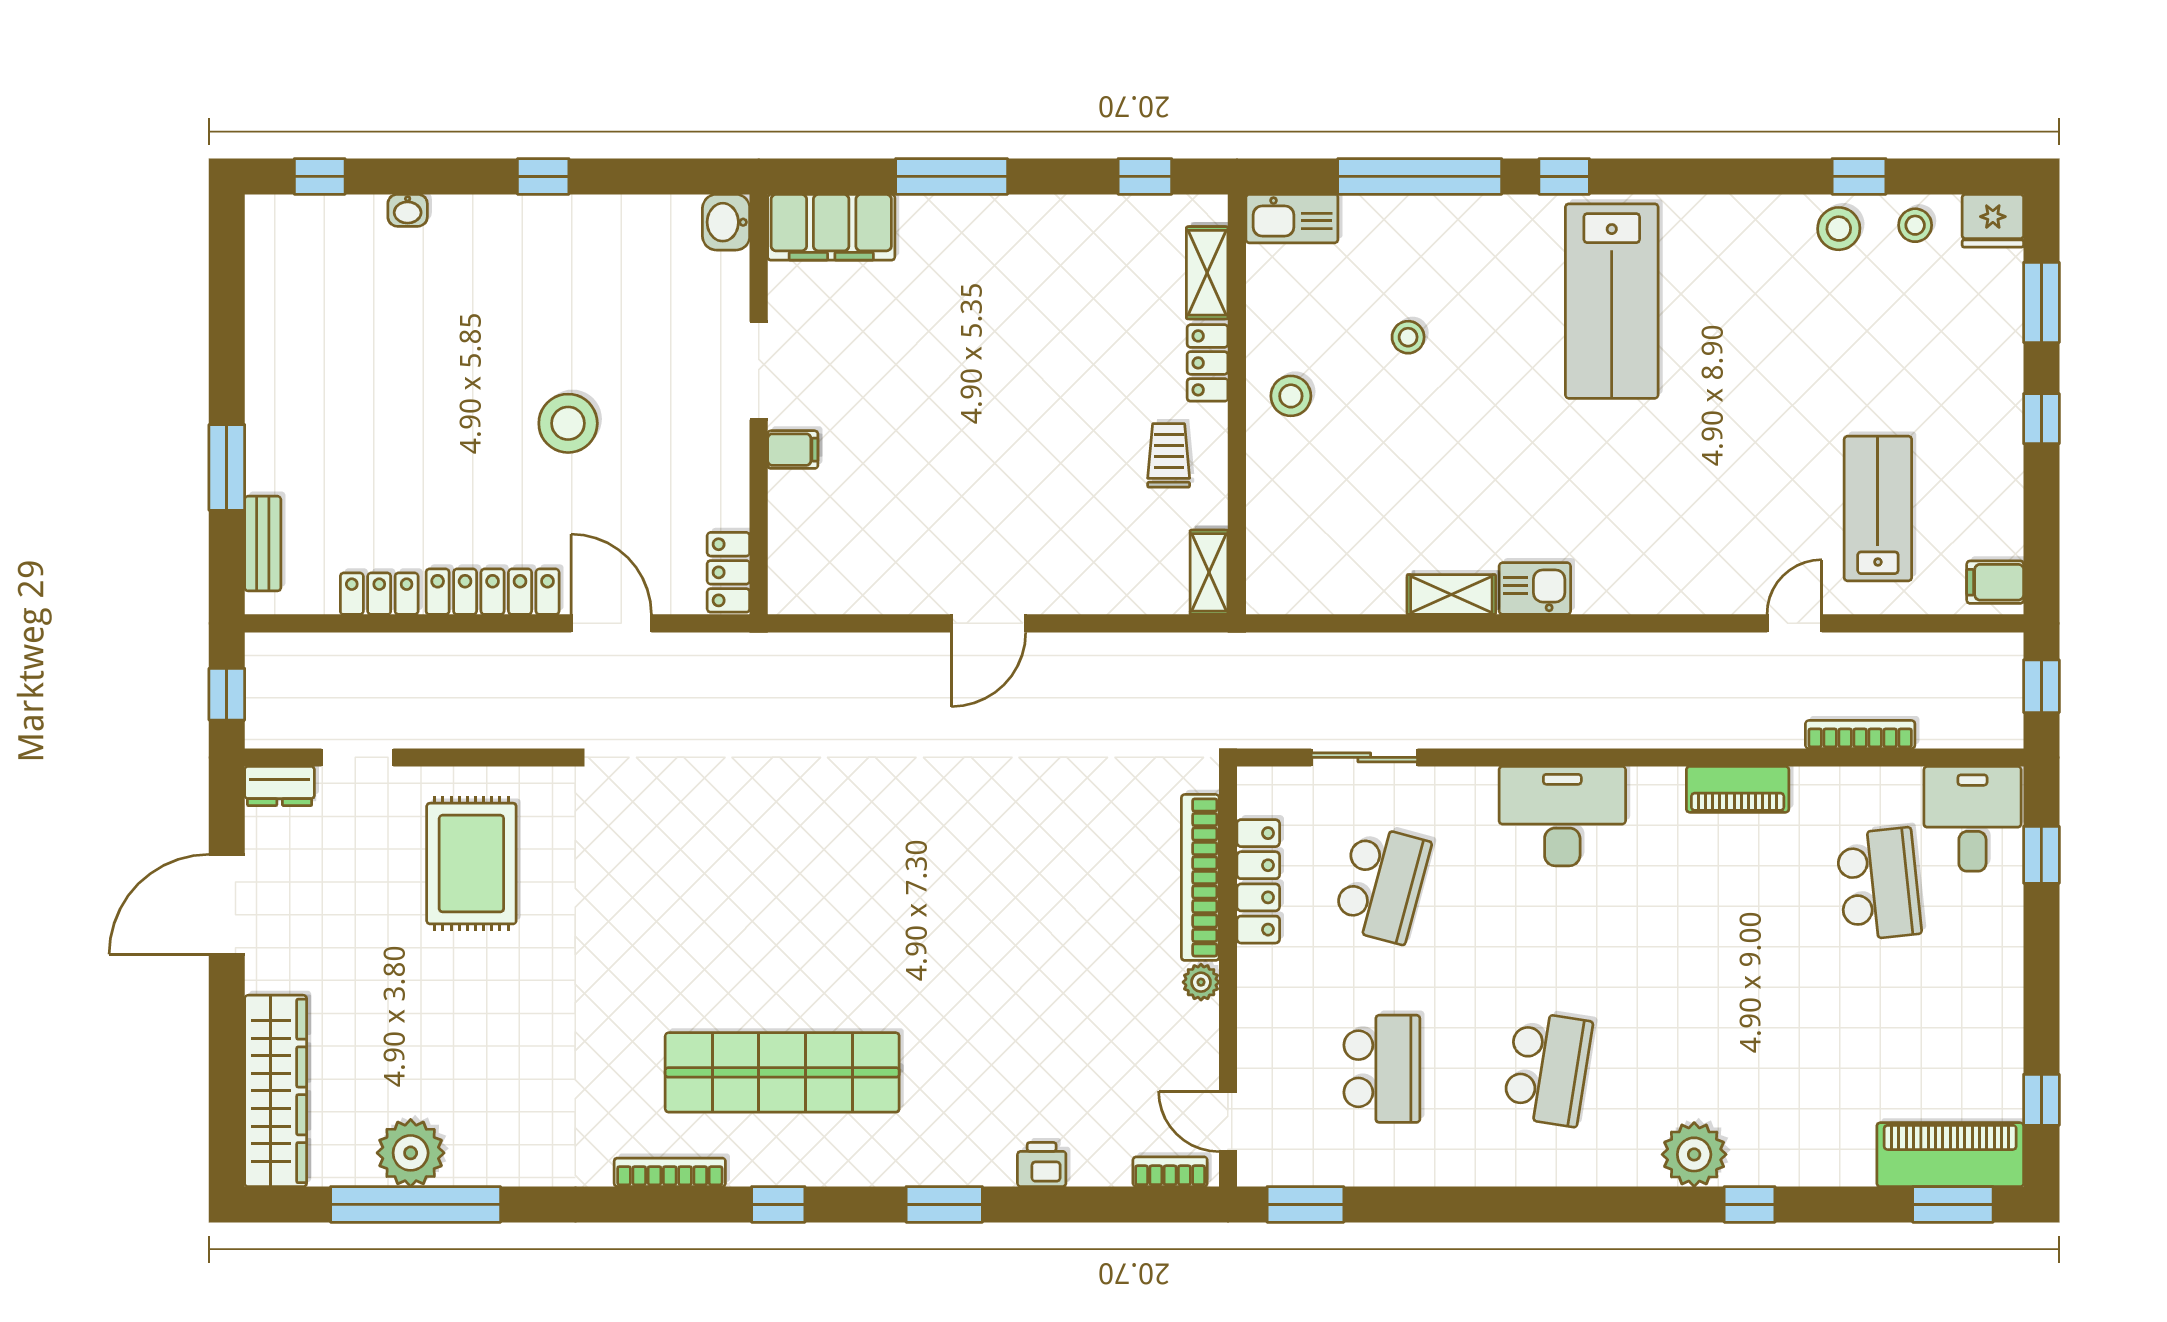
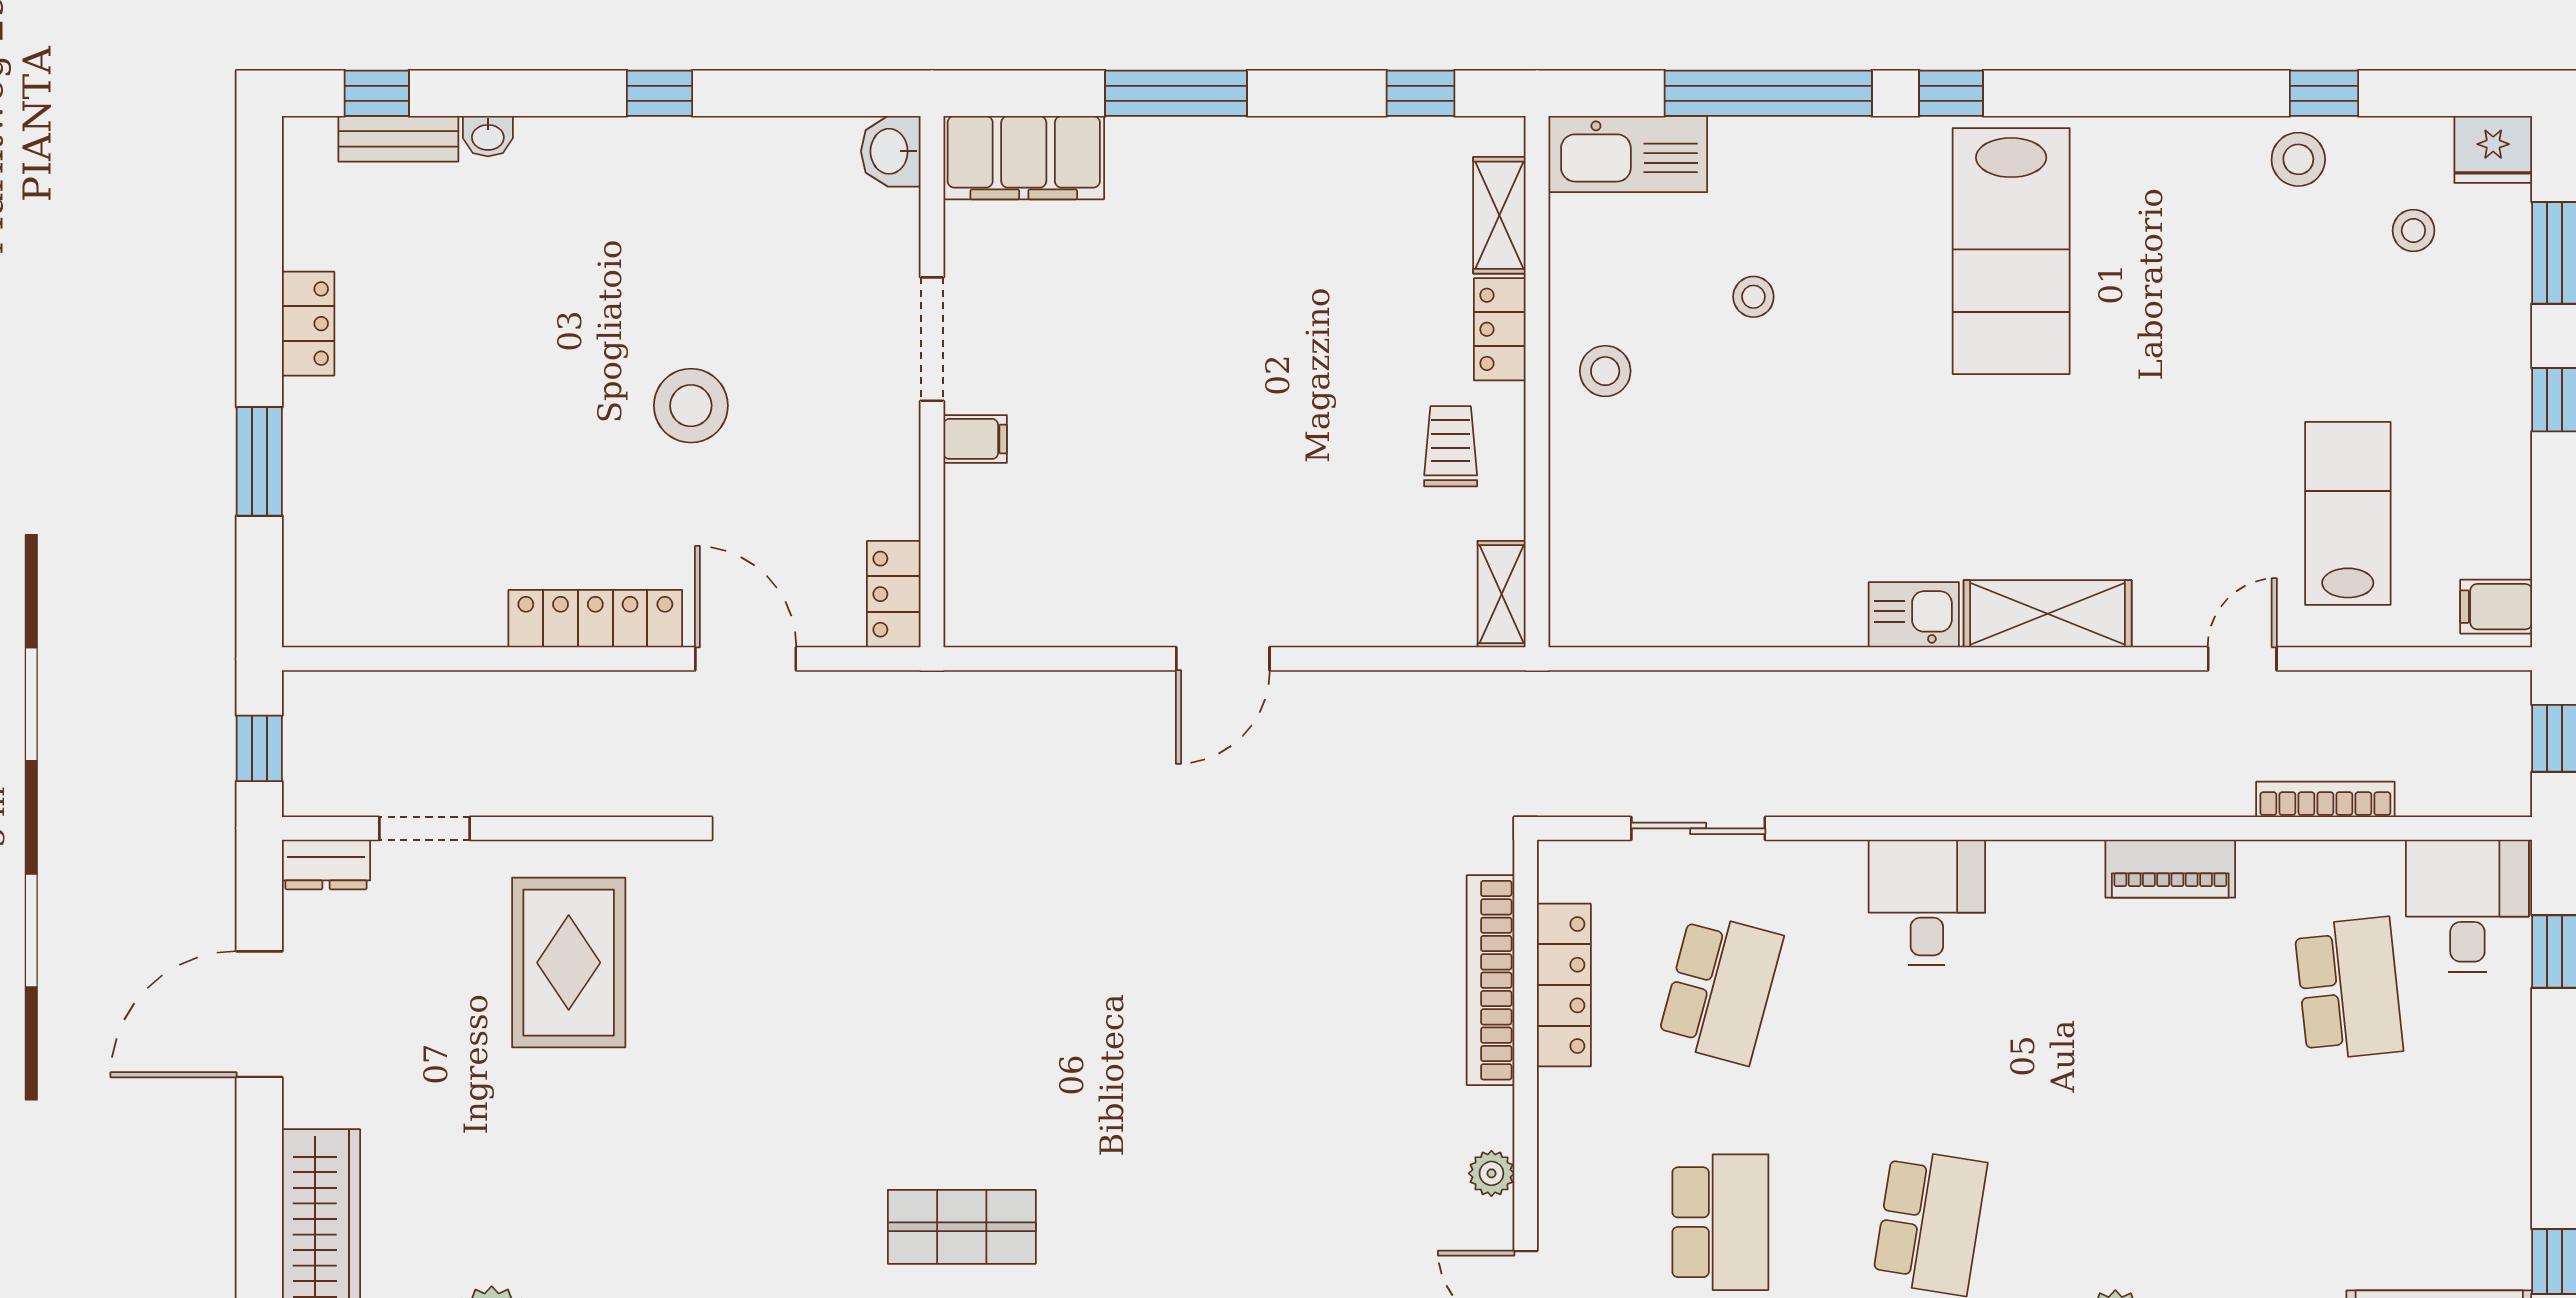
kitchen sink: (1292, 219) -> (1628, 154), width x1.36, depth x1.24
stool: (1915, 225) -> (2413, 231), moved
bench: (263, 544) -> (398, 139), moved, turned 90
locker: (379, 594) -> (308, 324), moved, turned 90
shelving: (1451, 594) -> (2048, 614), moved, width x1.50, depth x1.33
desk: (1562, 816) -> (1927, 903), width x0.73
plant: (1201, 982) -> (1491, 1173), moved
shop shelf: (782, 1072) -> (962, 1227), width x0.50, depth x0.74

